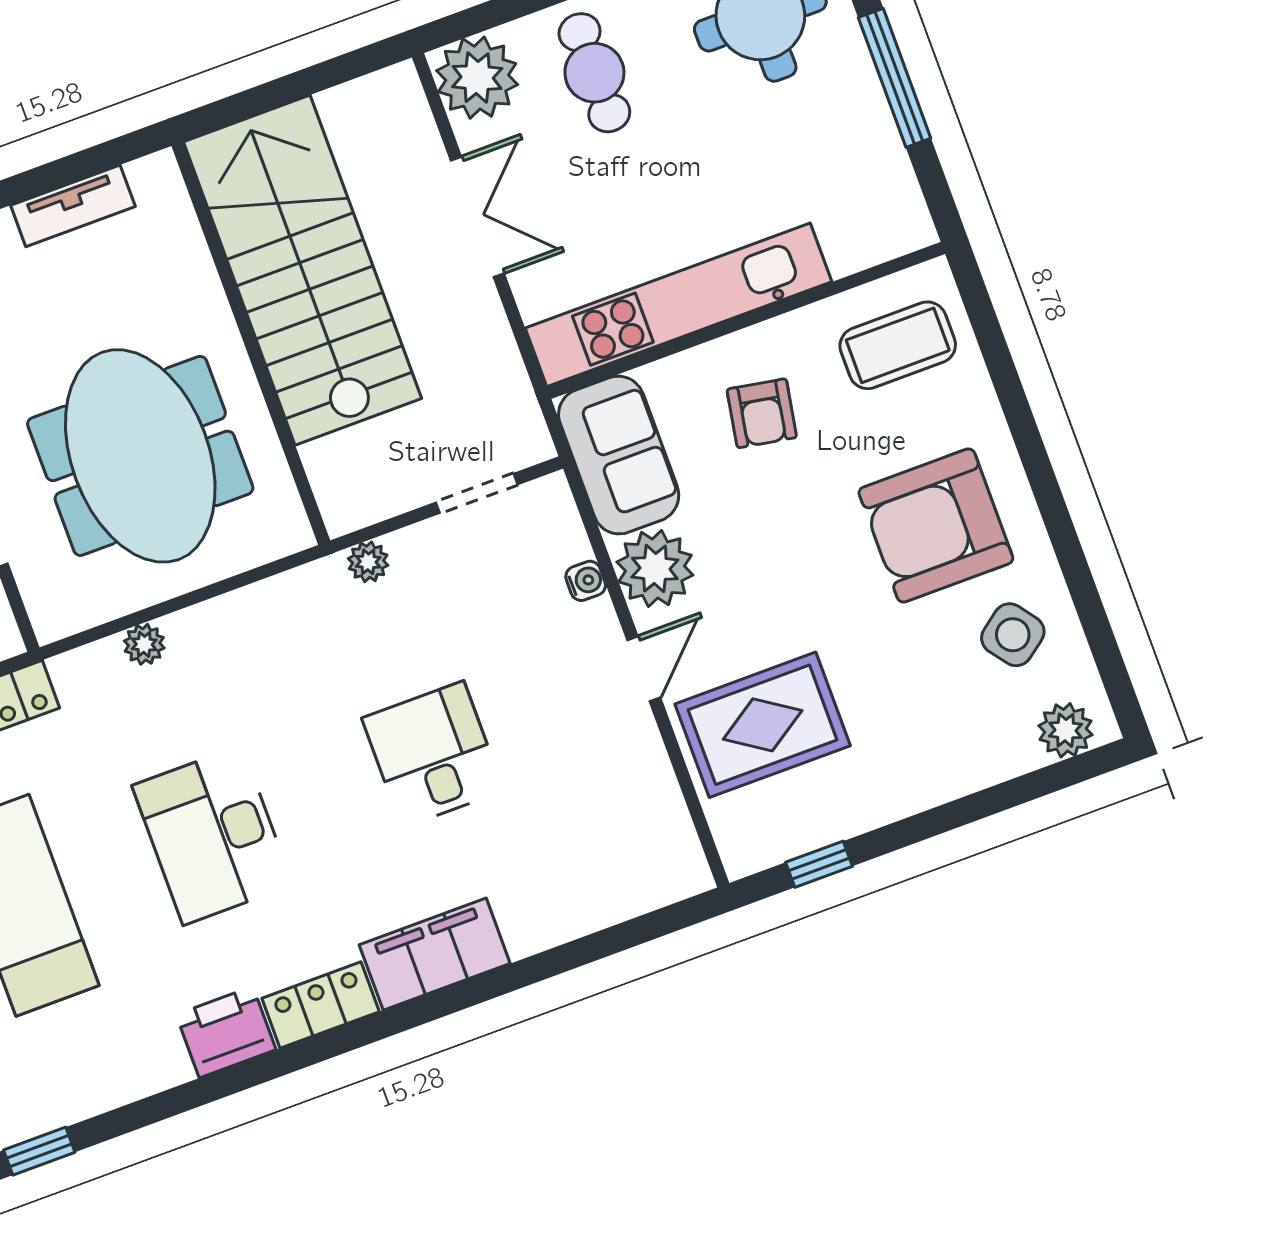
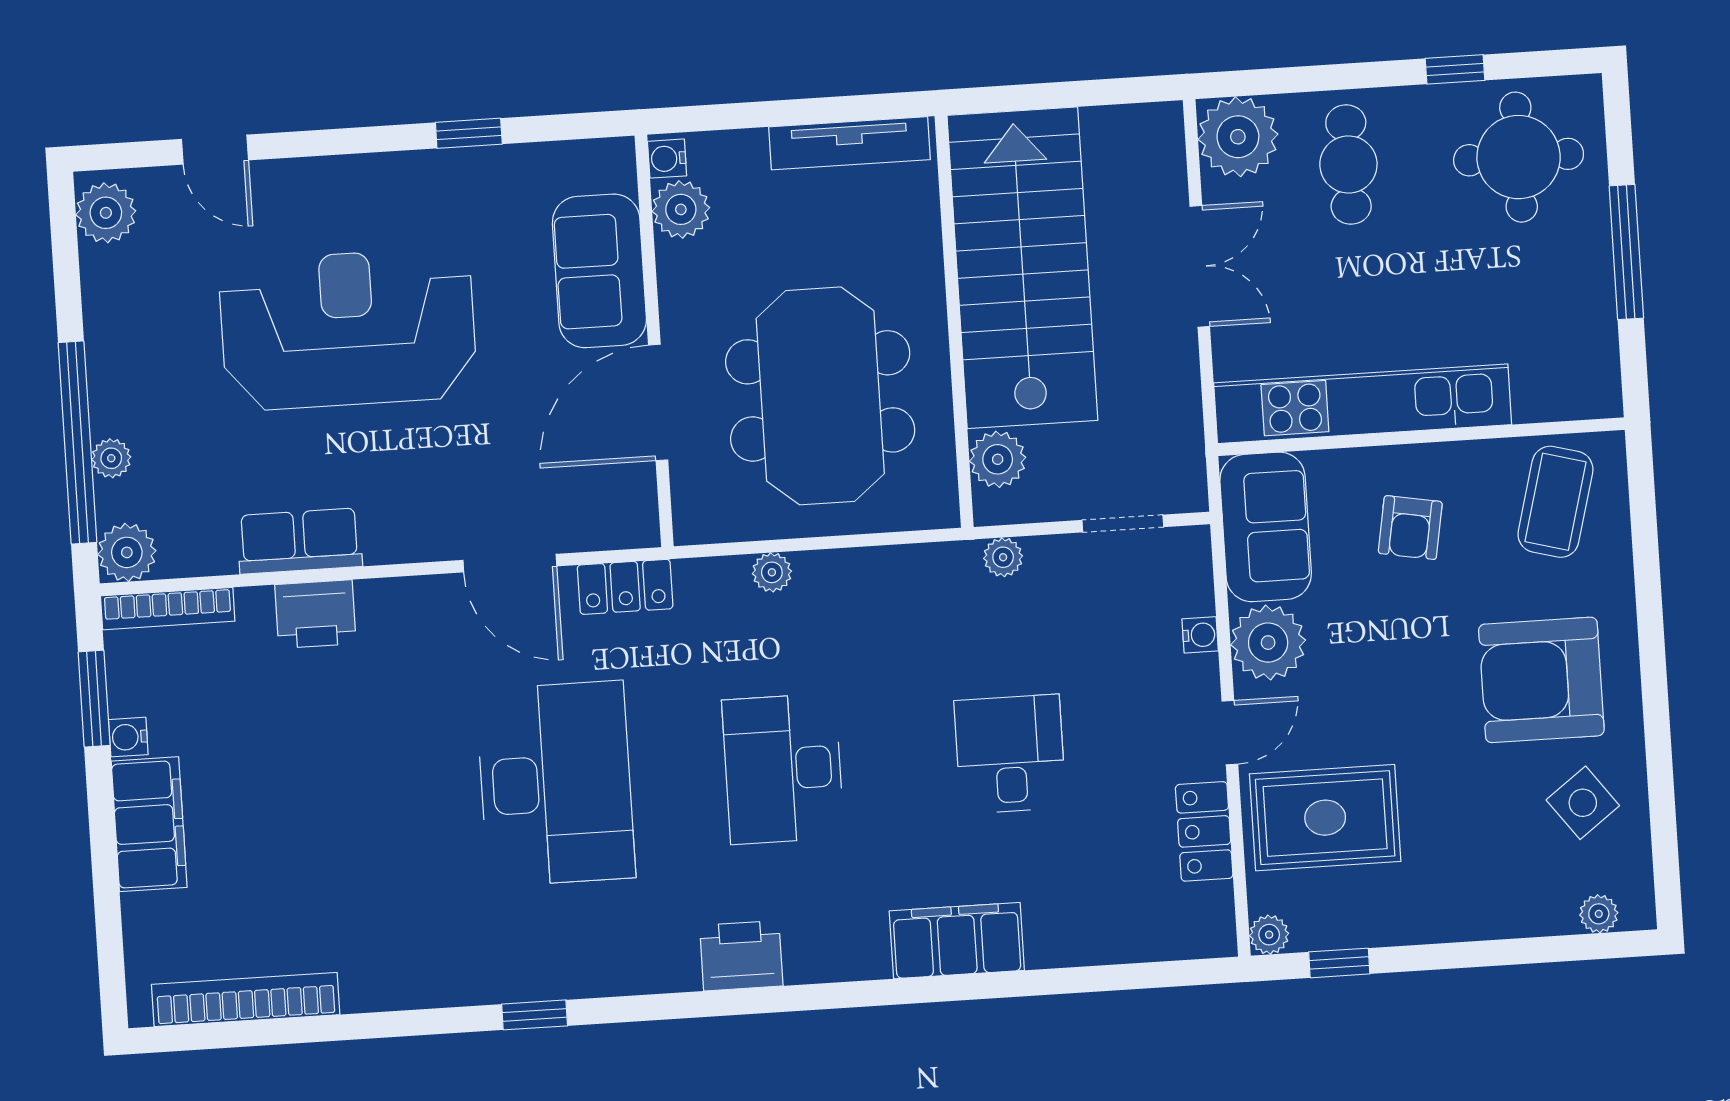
tv unit: (73, 206) -> (850, 143), width x1.41
coffee table: (898, 345) -> (1555, 502), turned -75
plant: (334, 467) -> (998, 459), added
plant: (1066, 730) -> (1599, 914), width x0.73, depth x0.73
plant: (741, 857) -> (1269, 935), added
locker: (321, 1005) -> (1204, 831), moved, turned -90

